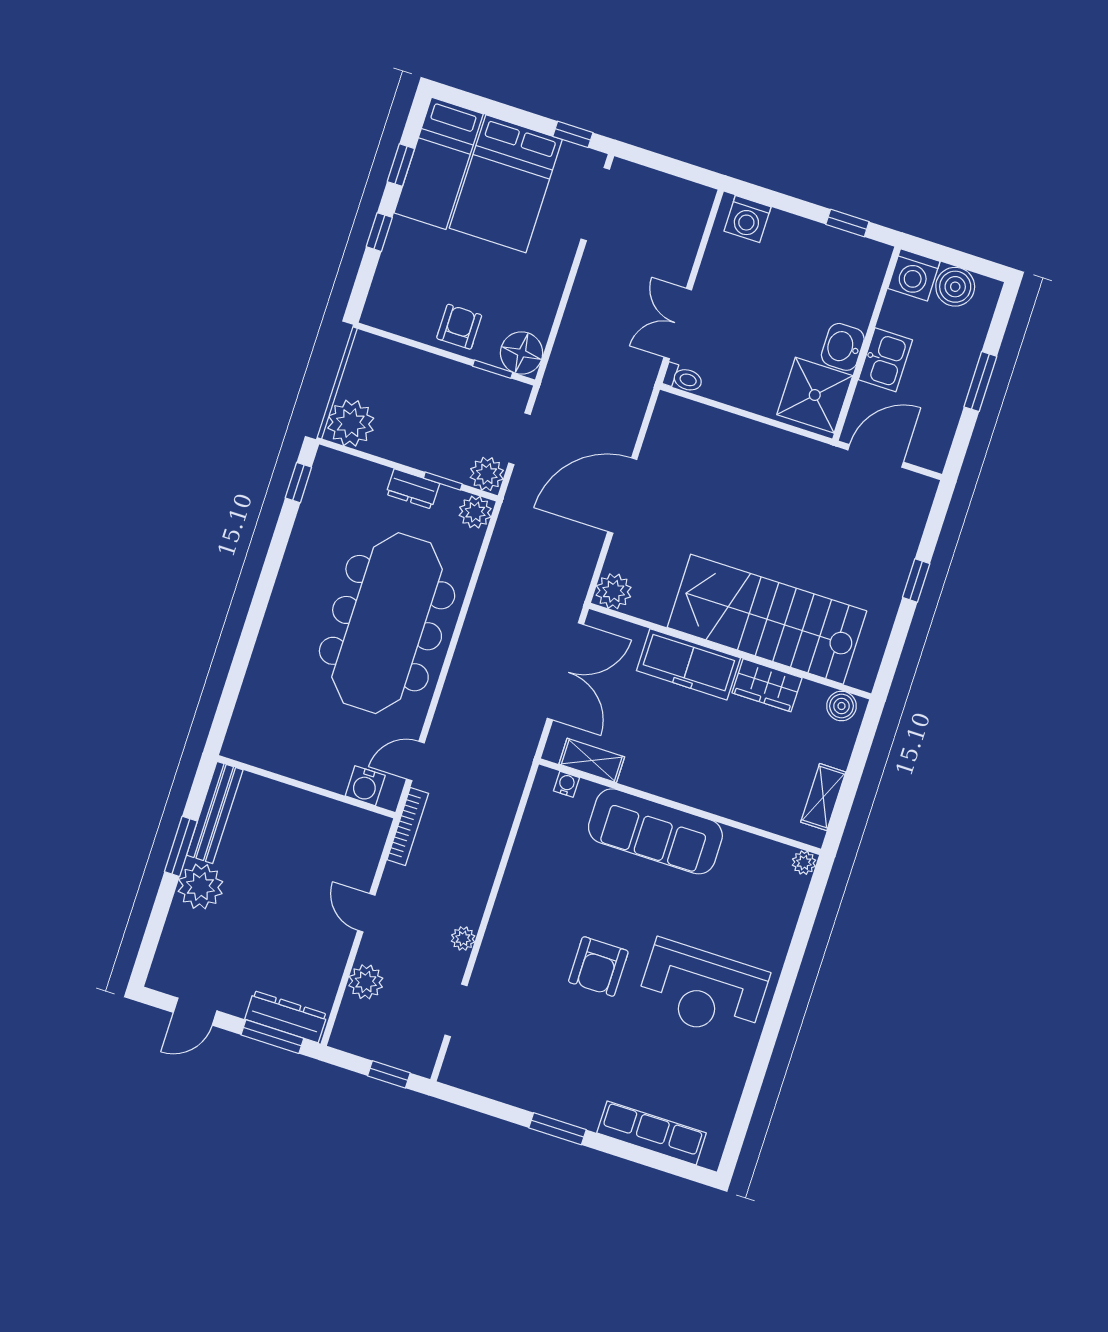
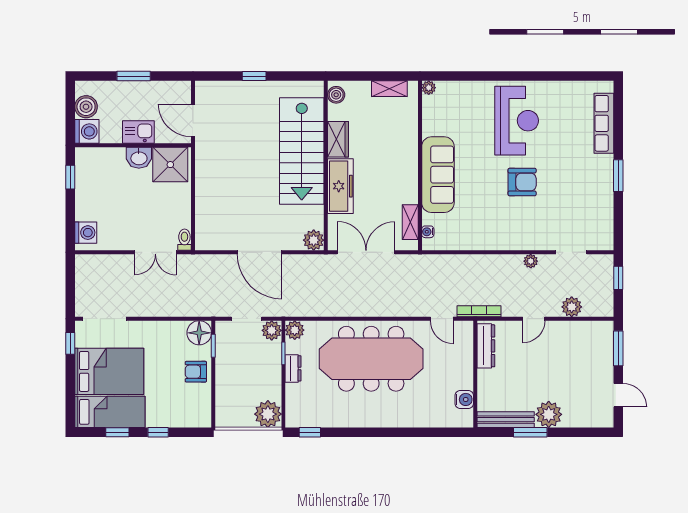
water cooler: (365, 786) -> (464, 399), moved
dresser: (286, 1017) -> (486, 346), moved, turned 180

